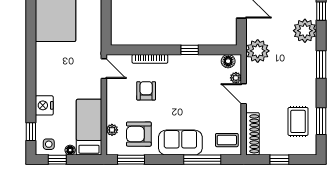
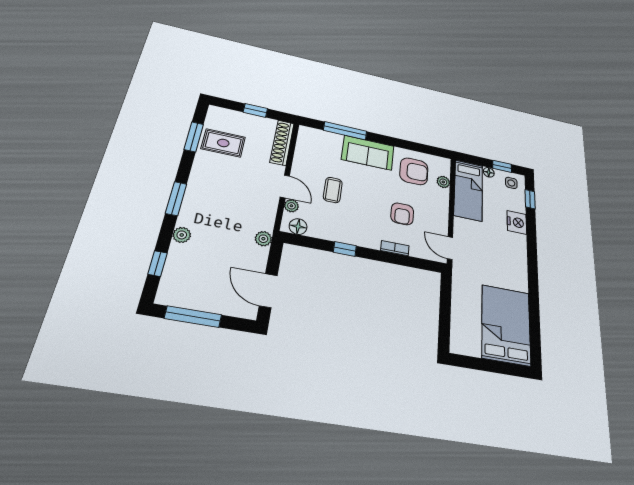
plant: (305, 31) -> (182, 235), width x0.53, depth x0.53
plant: (258, 51) -> (263, 239), width x0.53, depth x0.53
bookcase: (150, 59) -> (395, 248), width x0.64
rug: (298, 121) -> (223, 143), turned 90
coffee table: (227, 140) -> (333, 190), moved, turned 90
window: (131, 160) -> (424, 149), removed

